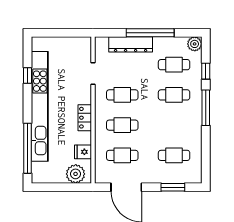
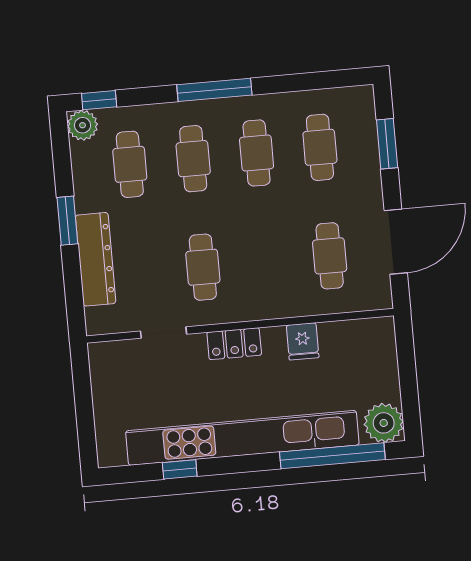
window: (150, 33) -> (67, 221), width x0.47
window: (206, 71) -> (99, 100), moved
locker: (85, 118) -> (234, 344), moved
cafe table: (122, 125) -> (257, 153), moved
fridge: (83, 152) -> (303, 341), moved
plant: (76, 174) -> (384, 423), moved

